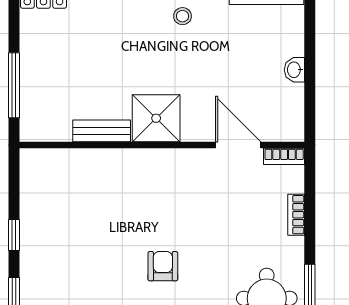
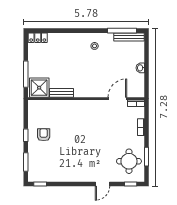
shower: (156, 118) -> (39, 88), moved
door: (238, 145) -> (117, 99), hinge flipped
armchair: (163, 266) -> (44, 135), moved

